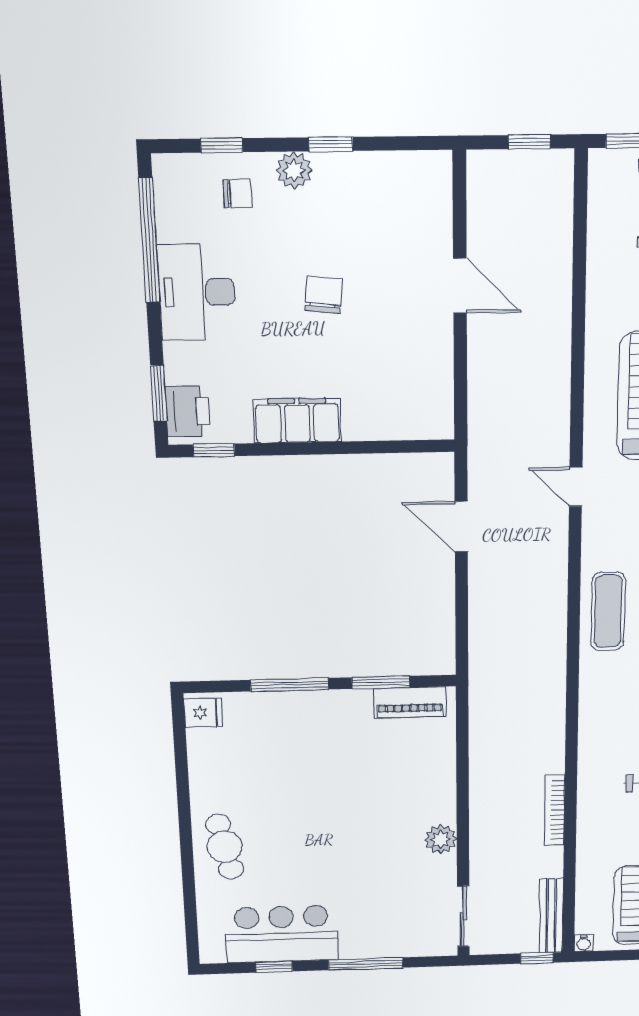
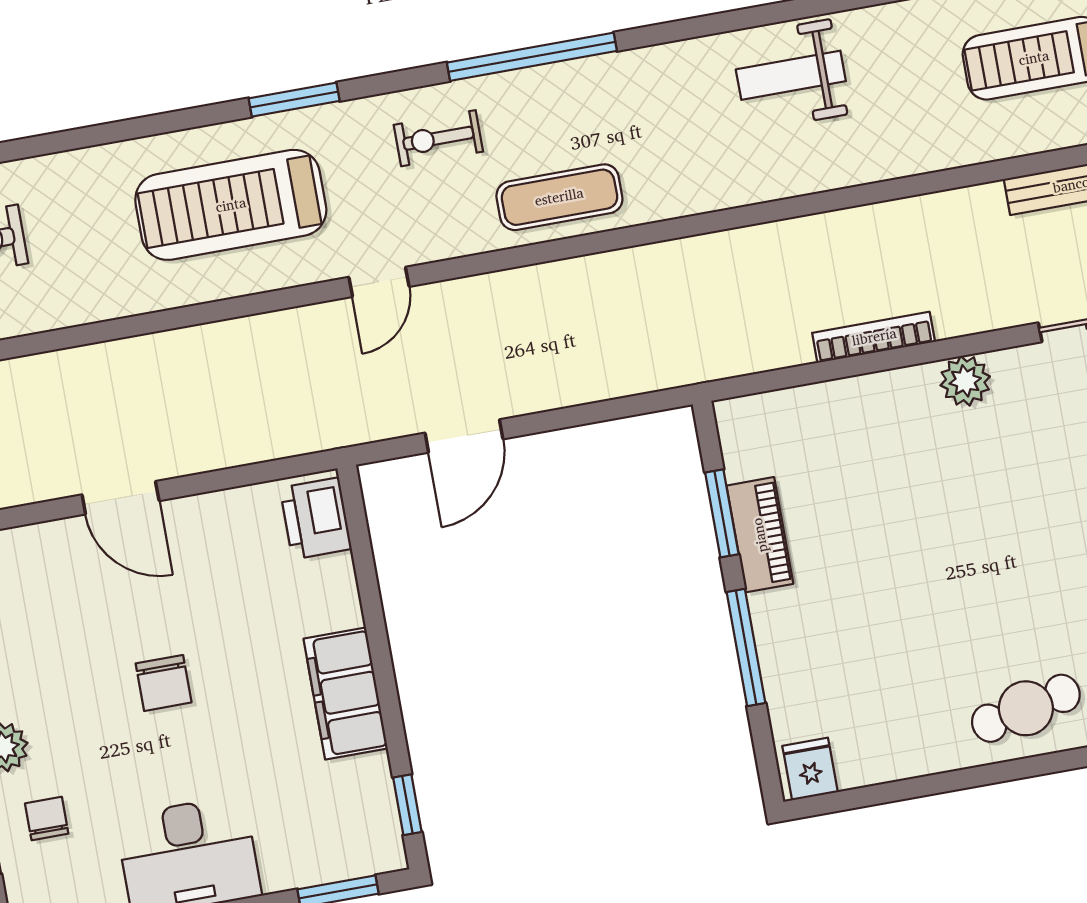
door: (460, 286) -> (121, 498), swing flipped
chair: (324, 295) -> (164, 683), turned -96
printer: (188, 411) -> (316, 518), moved, turned -90
piano: (410, 702) -> (760, 535), moved
bookcase: (555, 810) -> (874, 337), moved, turned 180

